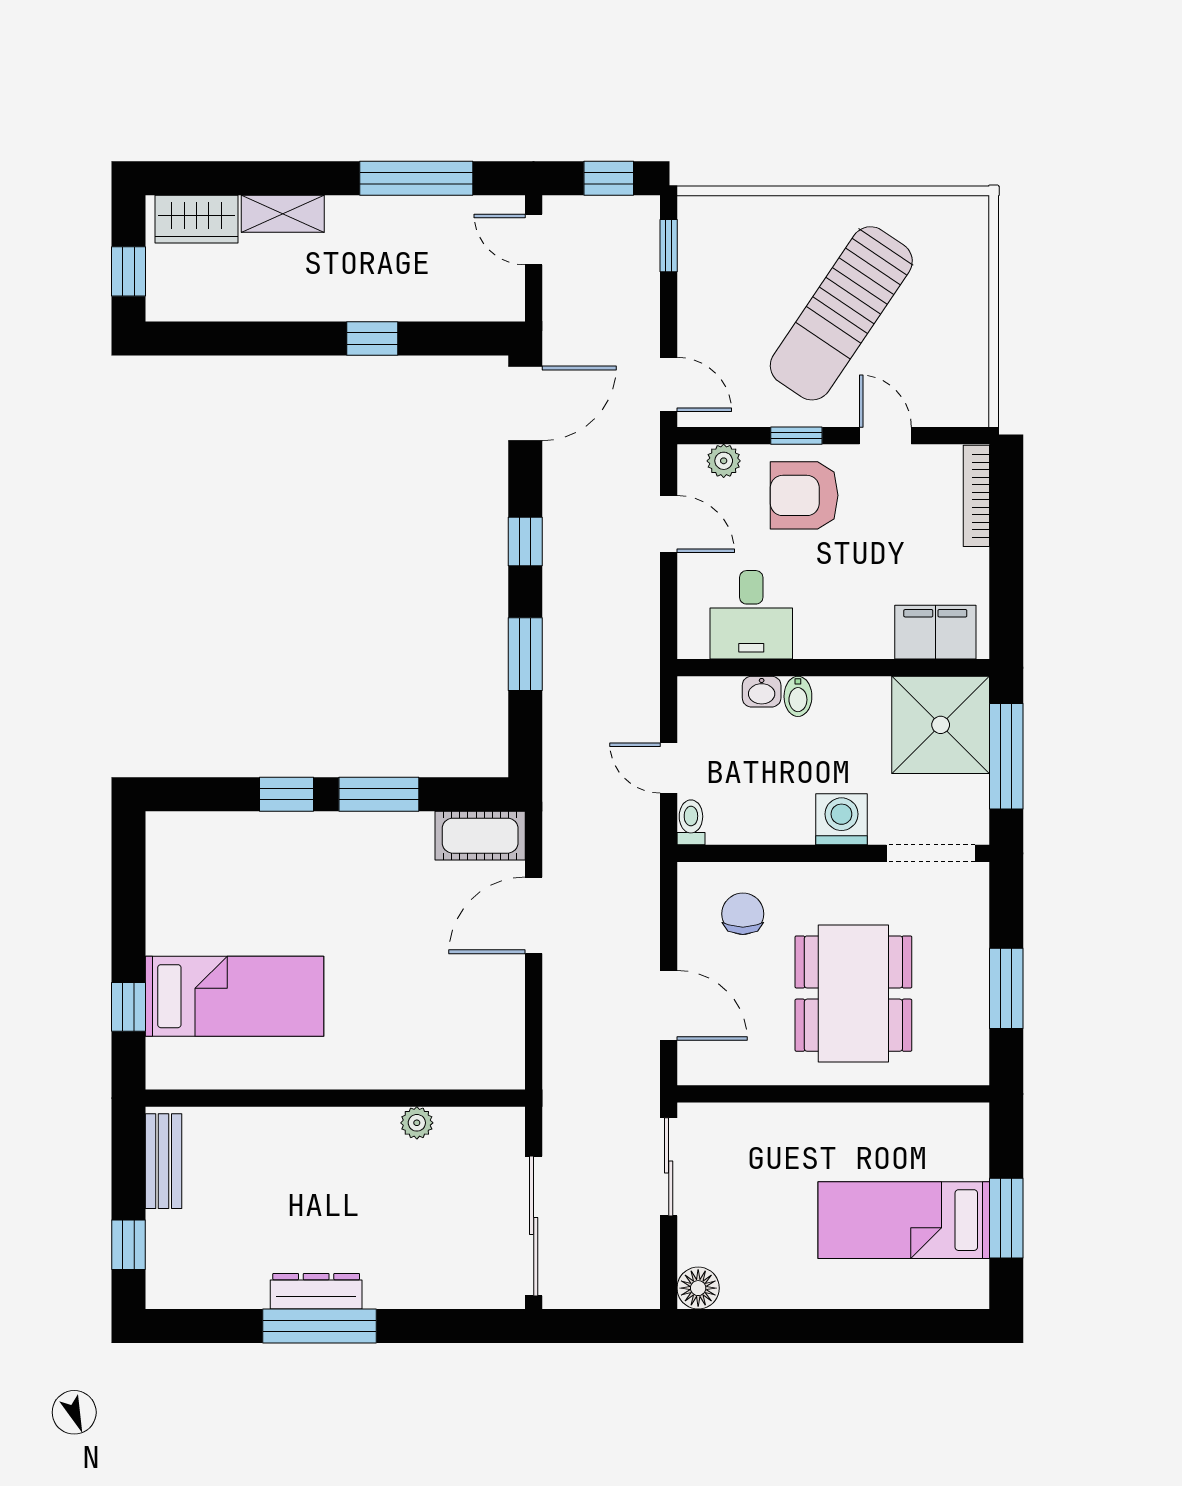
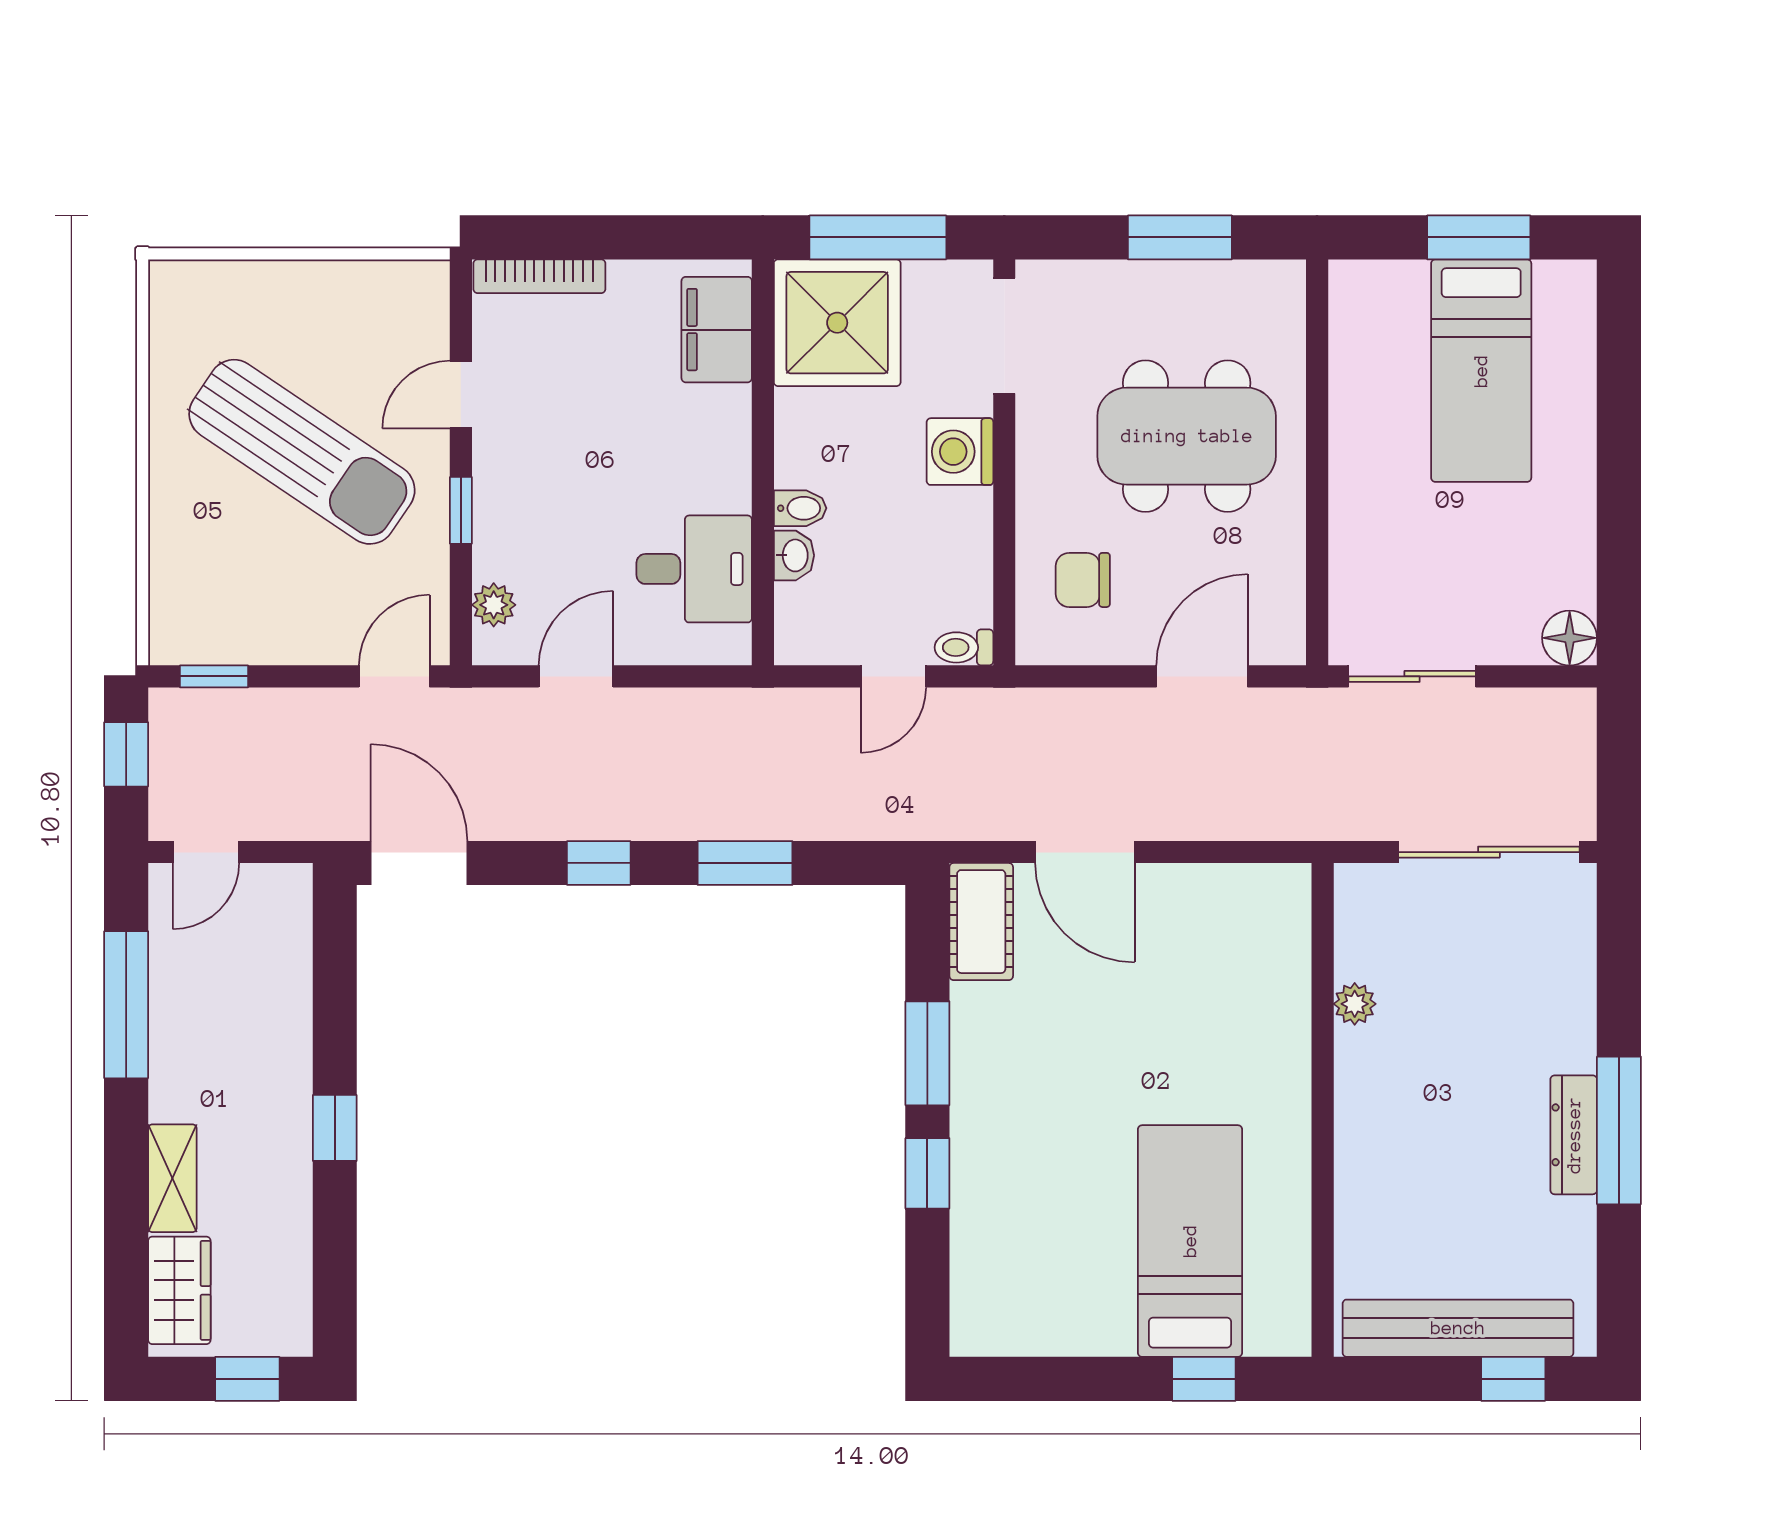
window: (372, 339) -> (335, 1128), moved
armchair: (804, 495) -> (539, 500), removed
bench: (164, 1161) -> (1458, 1328), width x1.86, depth x1.21

